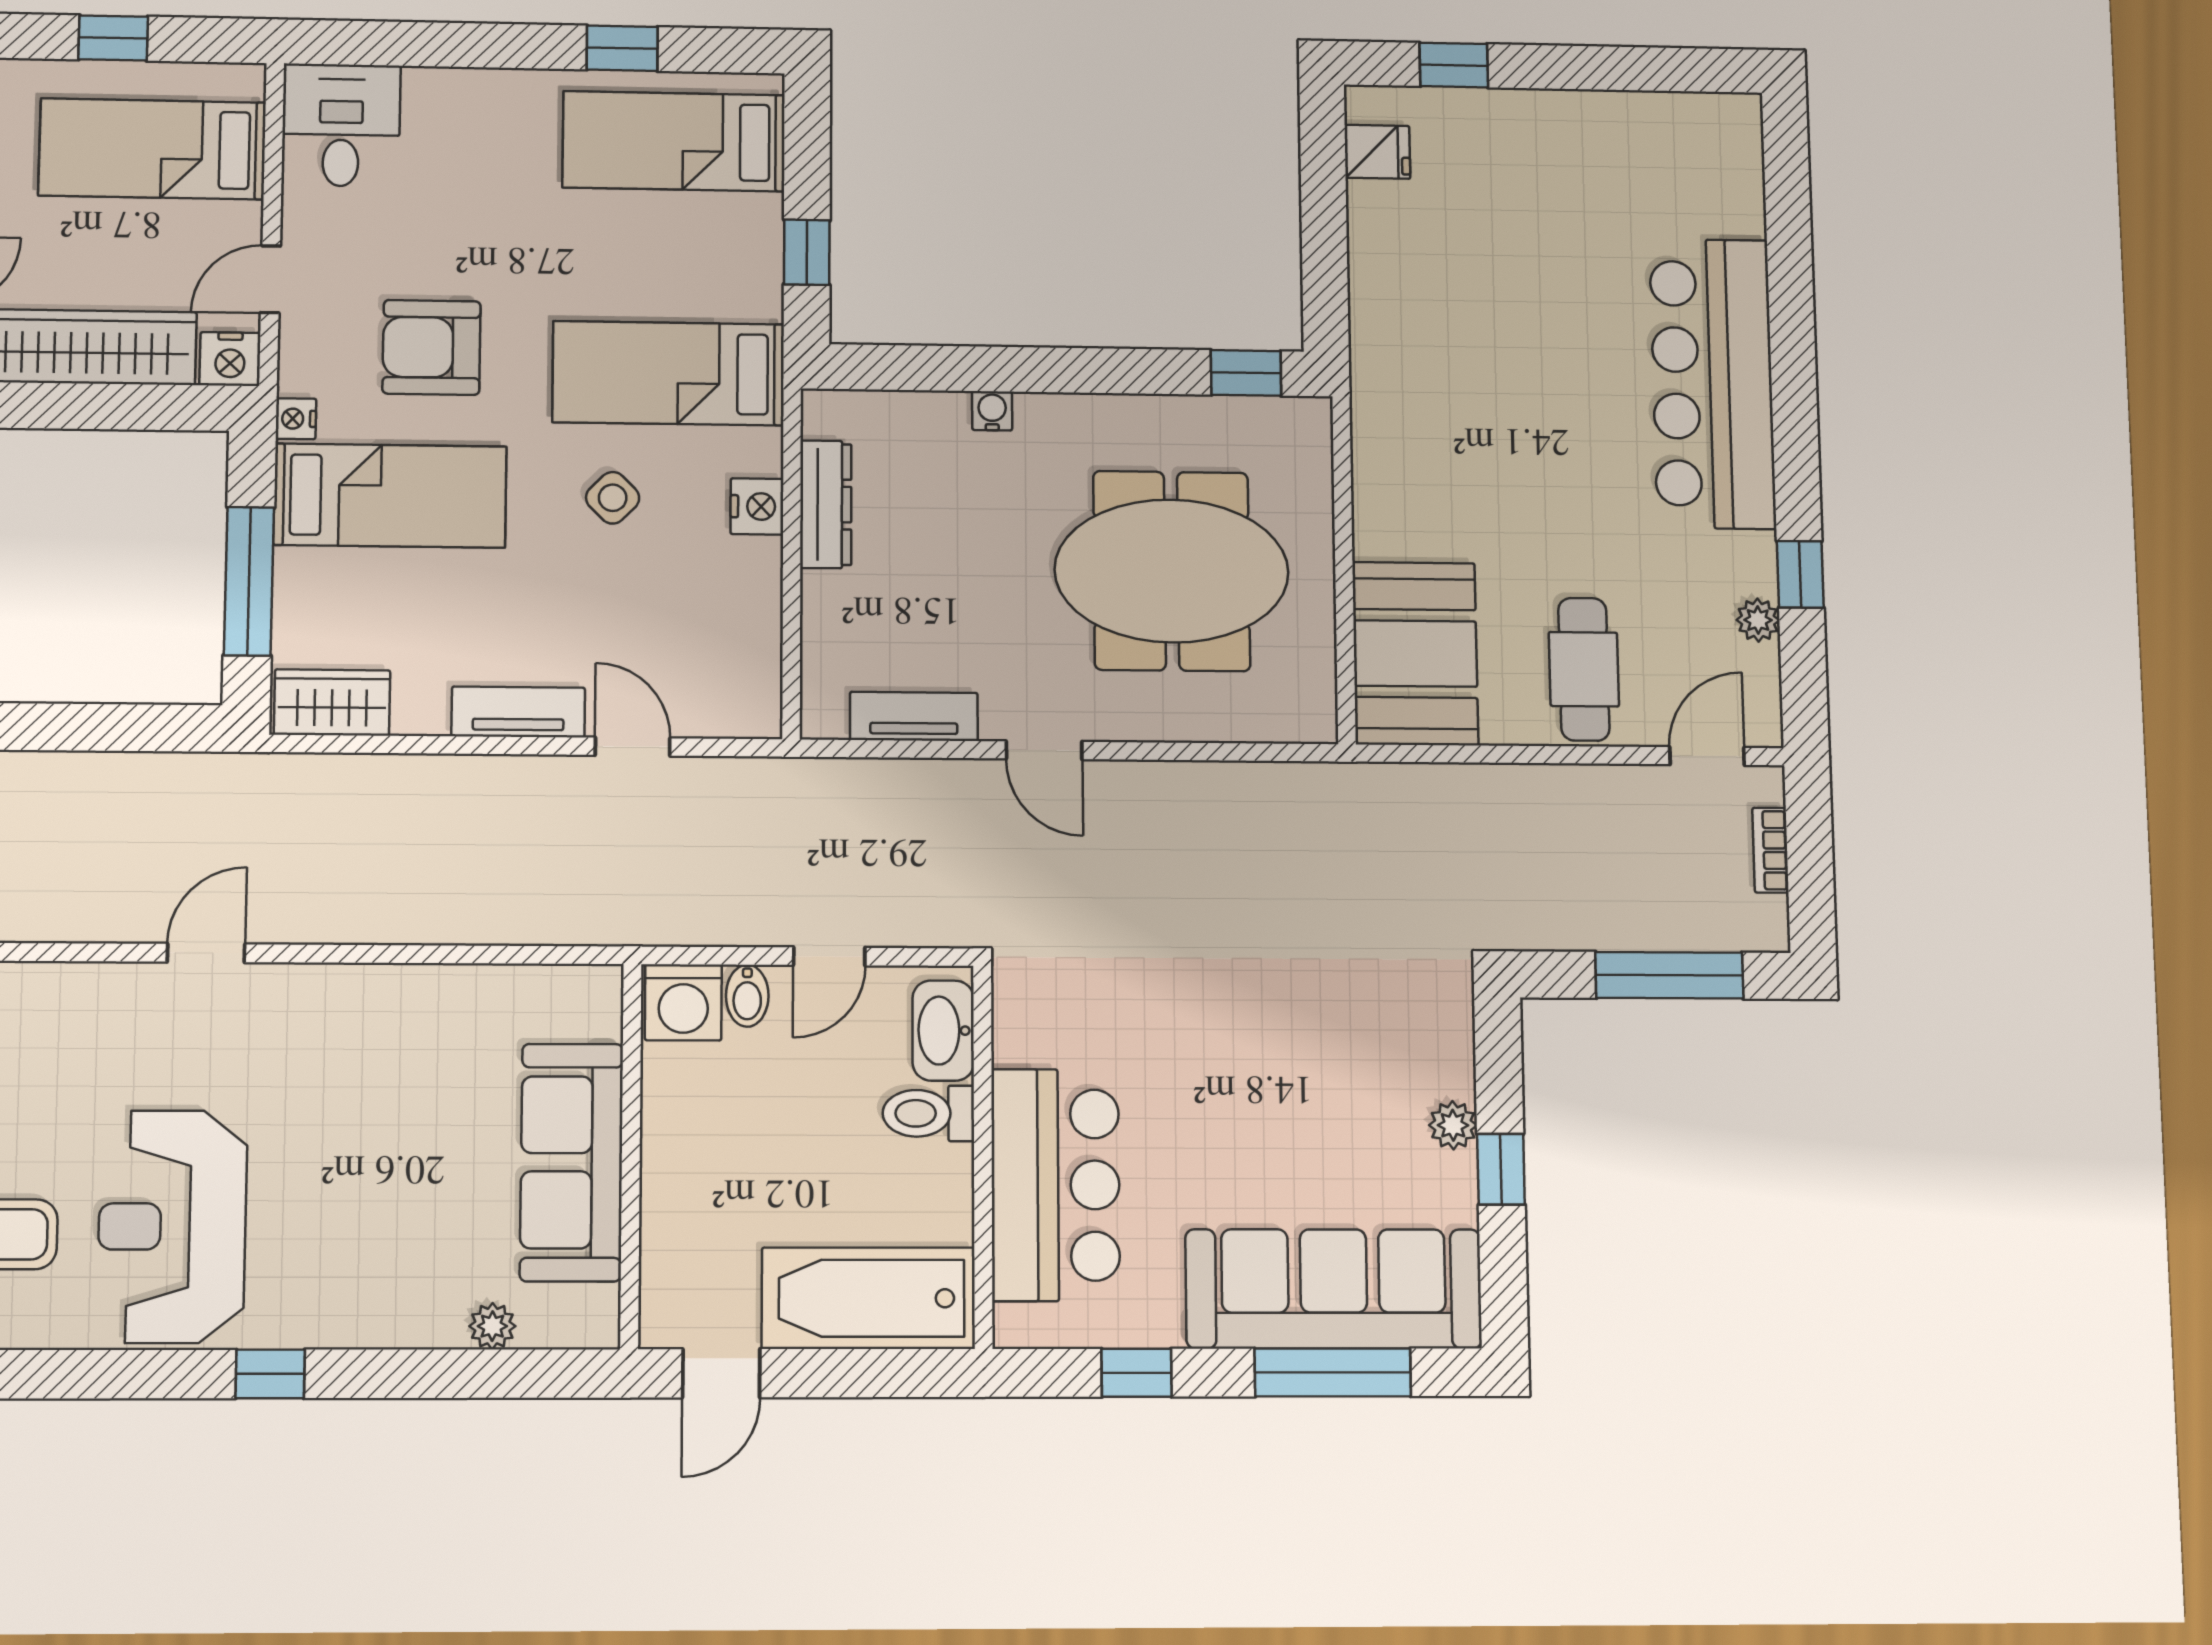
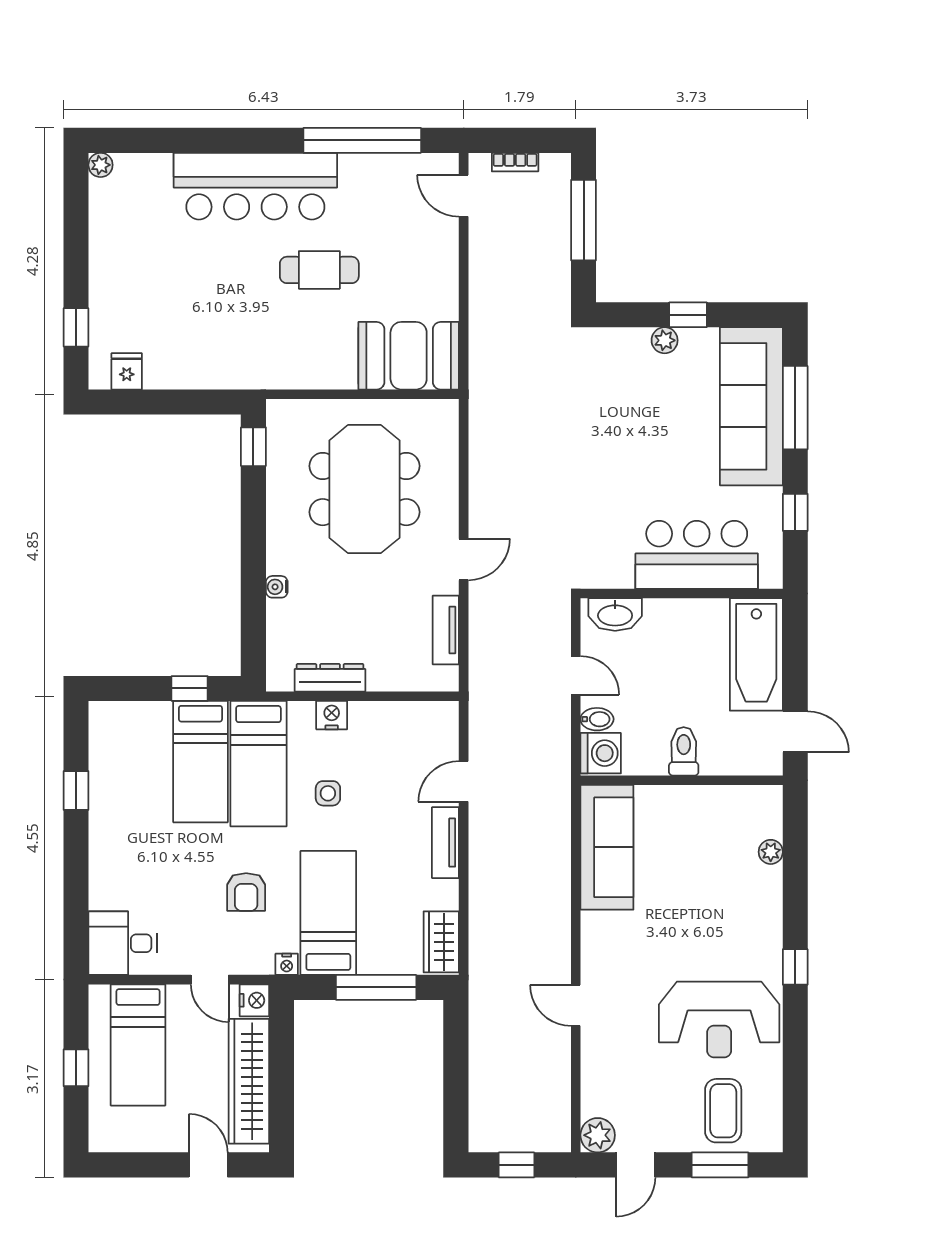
bed: (674, 141) -> (200, 762), moved
armchair: (432, 347) -> (246, 892), width x0.72, depth x0.72
side table: (613, 498) -> (328, 793), turned 45
window: (1800, 574) -> (362, 140), width x3.17
plant: (1758, 620) -> (101, 165), moved
cafe table: (1584, 669) -> (319, 270), moved
toilet: (928, 1113) -> (684, 751), moved, turned 180
sofa: (572, 1162) -> (607, 847), moved, turned -90

